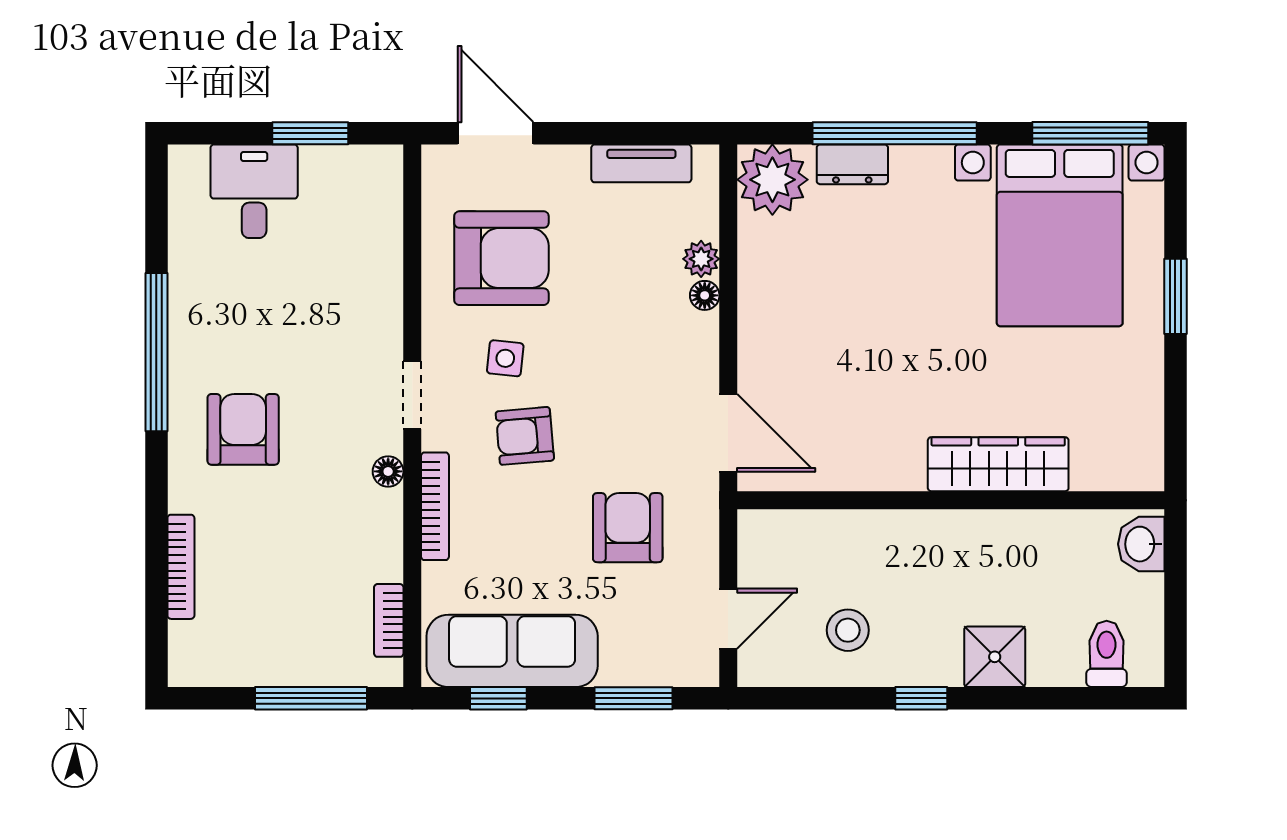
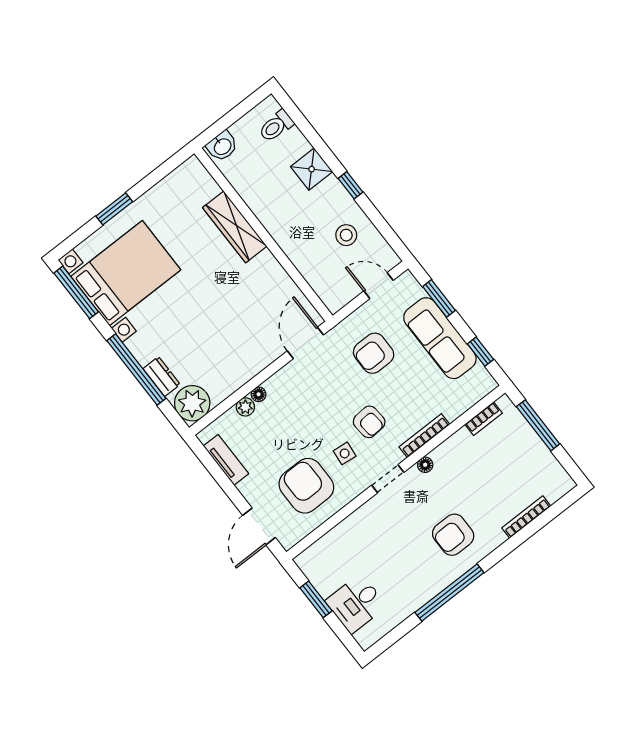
sofa: (512, 651) -> (440, 338), moved

